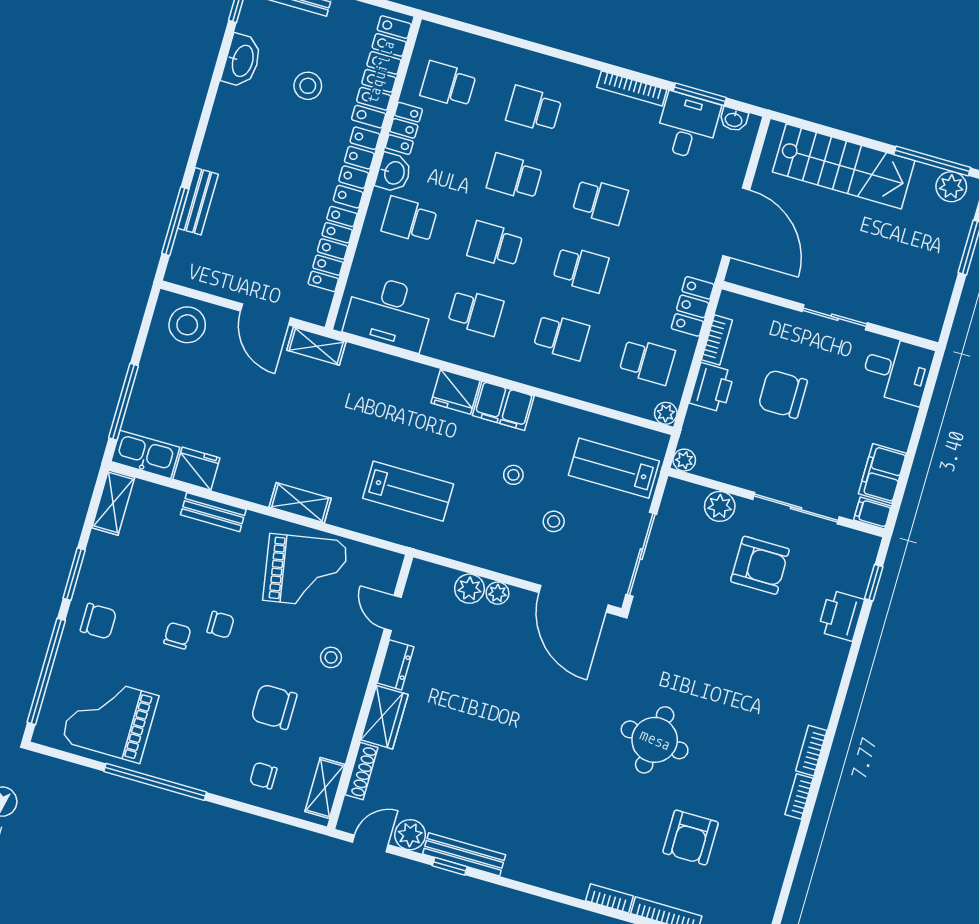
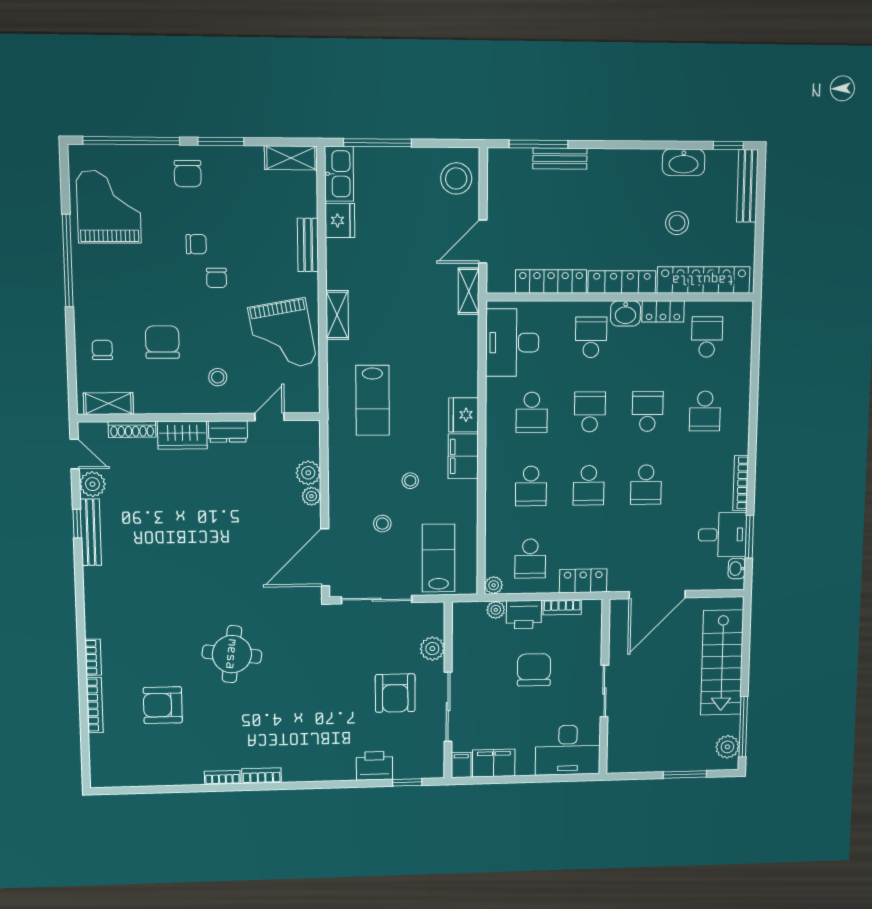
school desk: (534, 109) -> (705, 411), turned 180
desk: (897, 370) -> (568, 750), width x1.37
plant: (684, 460) -> (496, 610), moved

